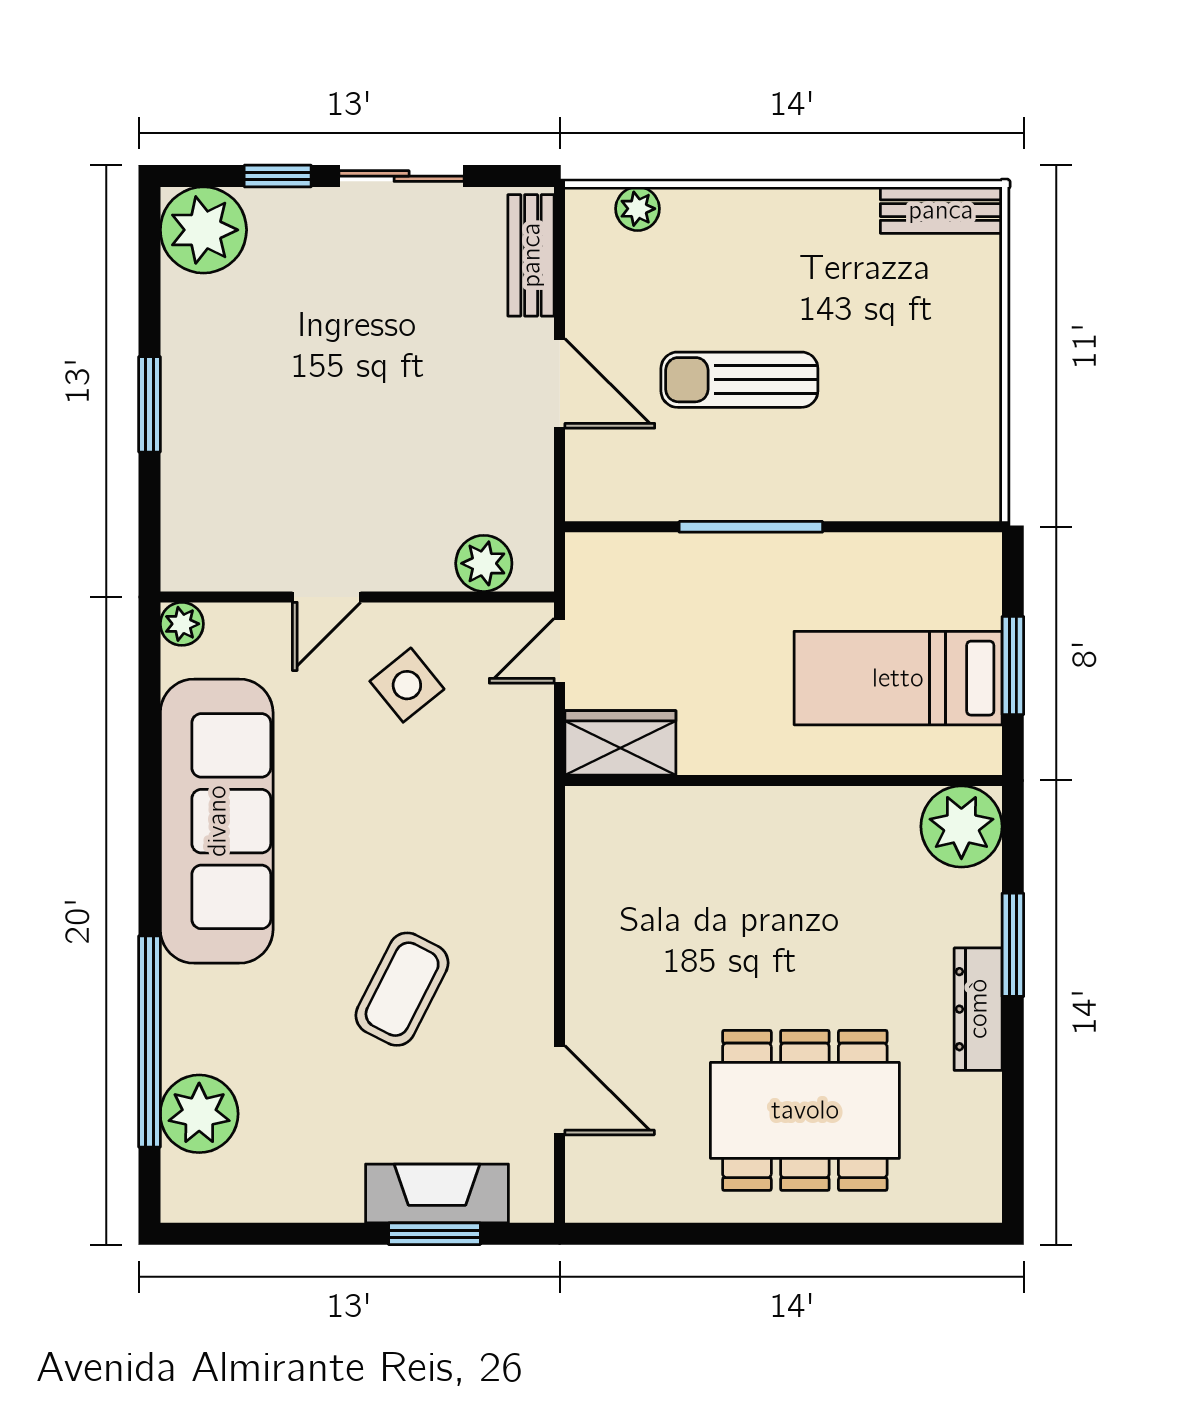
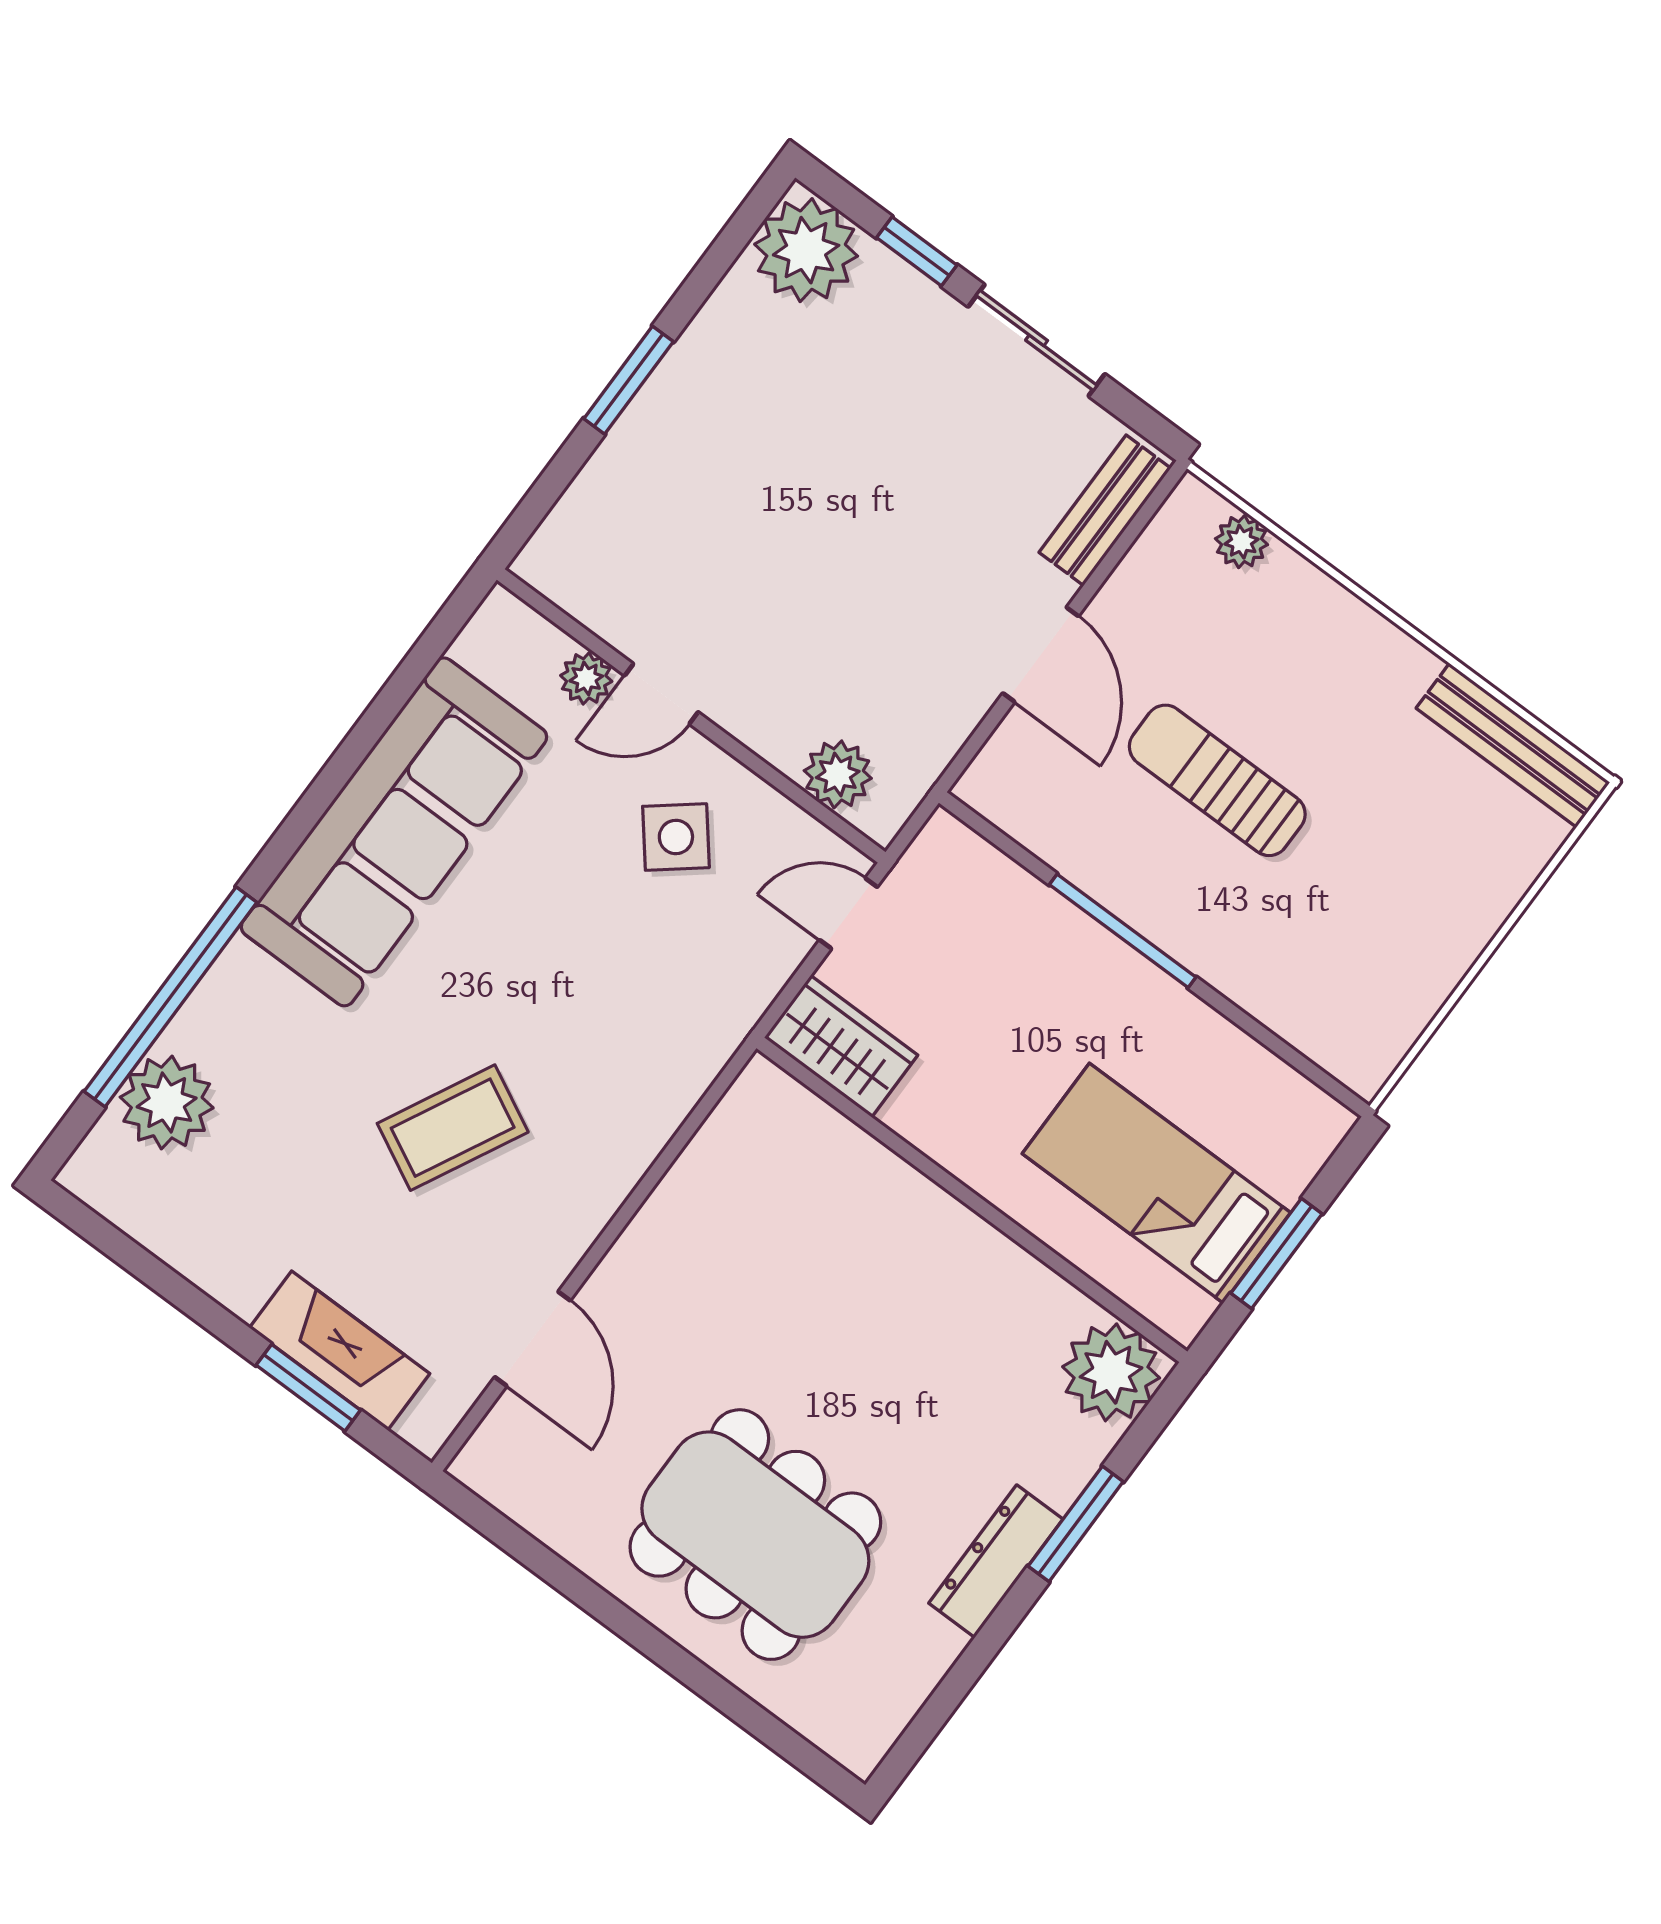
bench: (941, 210) -> (1513, 745), width x1.36
plant: (182, 624) -> (586, 678), moved

